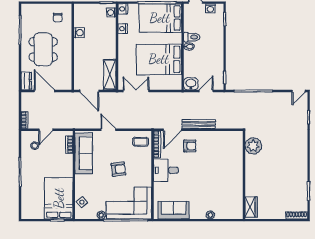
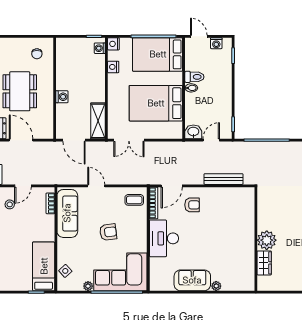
washing machine: (79, 33) -> (62, 97), moved
double door: (136, 91) -> (129, 140), swing flipped
bench: (199, 124) -> (223, 179), moved
plant: (253, 146) -> (267, 240), moved
desk: (166, 170) -> (164, 238), width x1.37
bed: (59, 198) -> (44, 266), width x0.67
wardrobe: (251, 207) -> (264, 263), moved
sofa: (174, 210) -> (192, 280), moved

